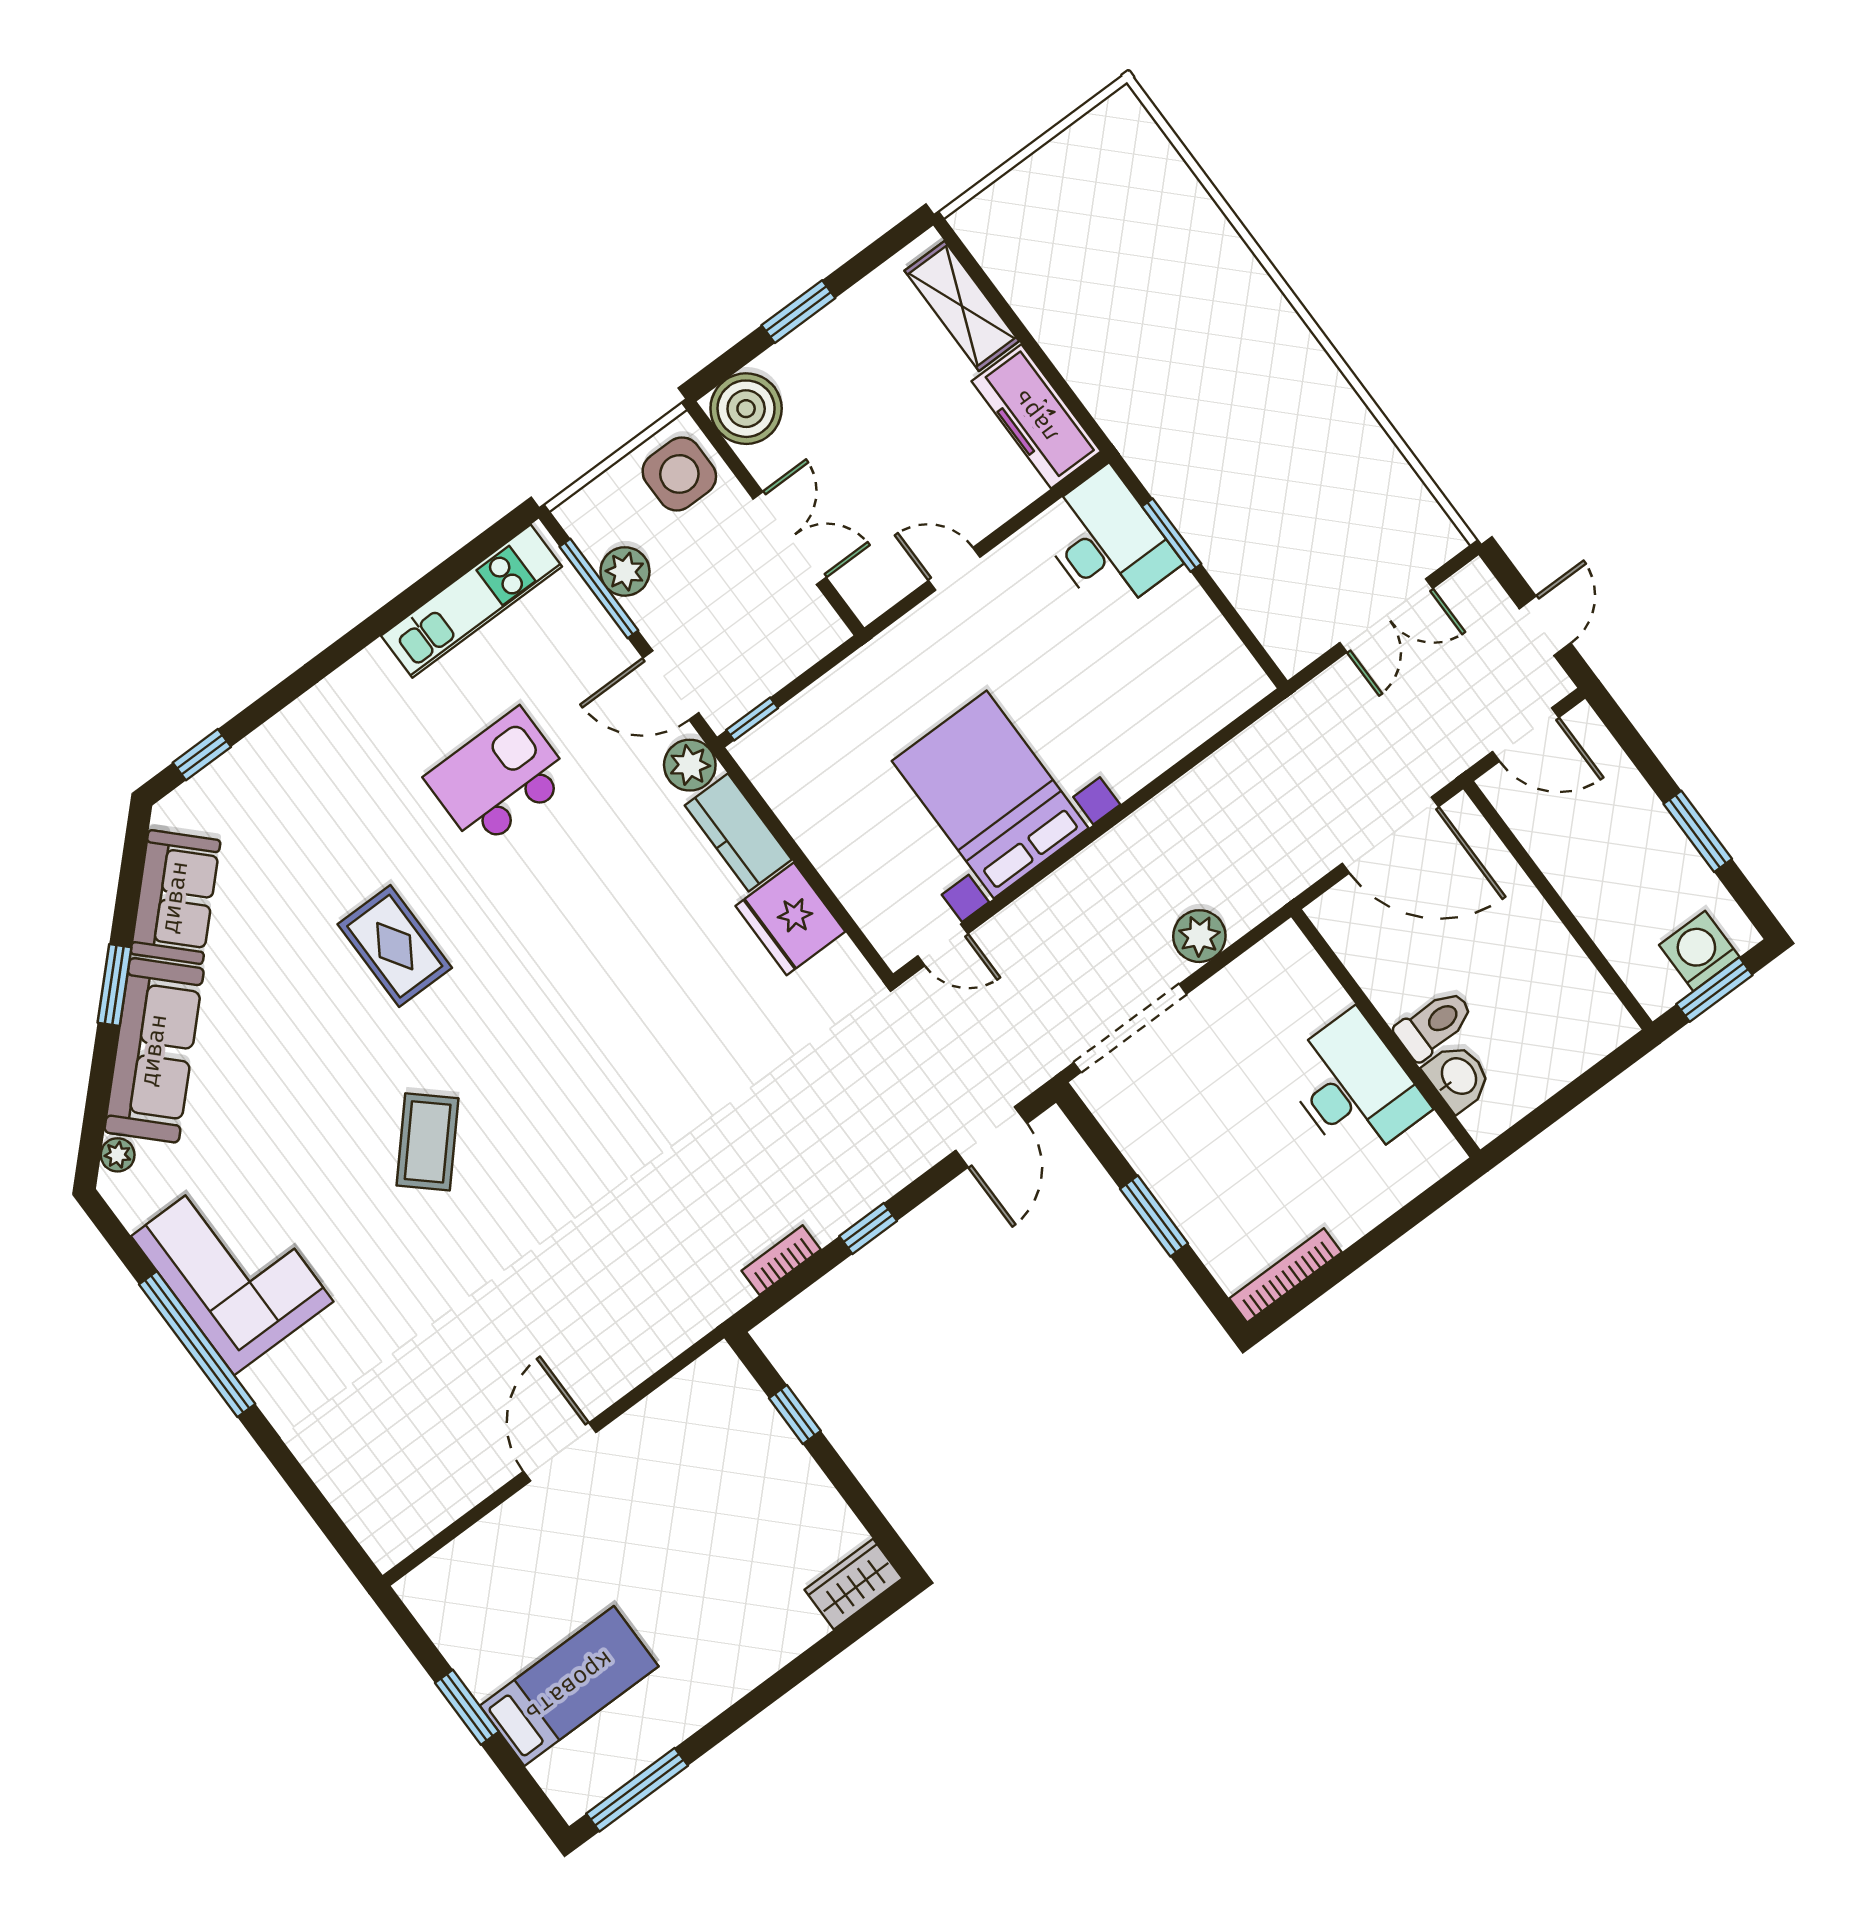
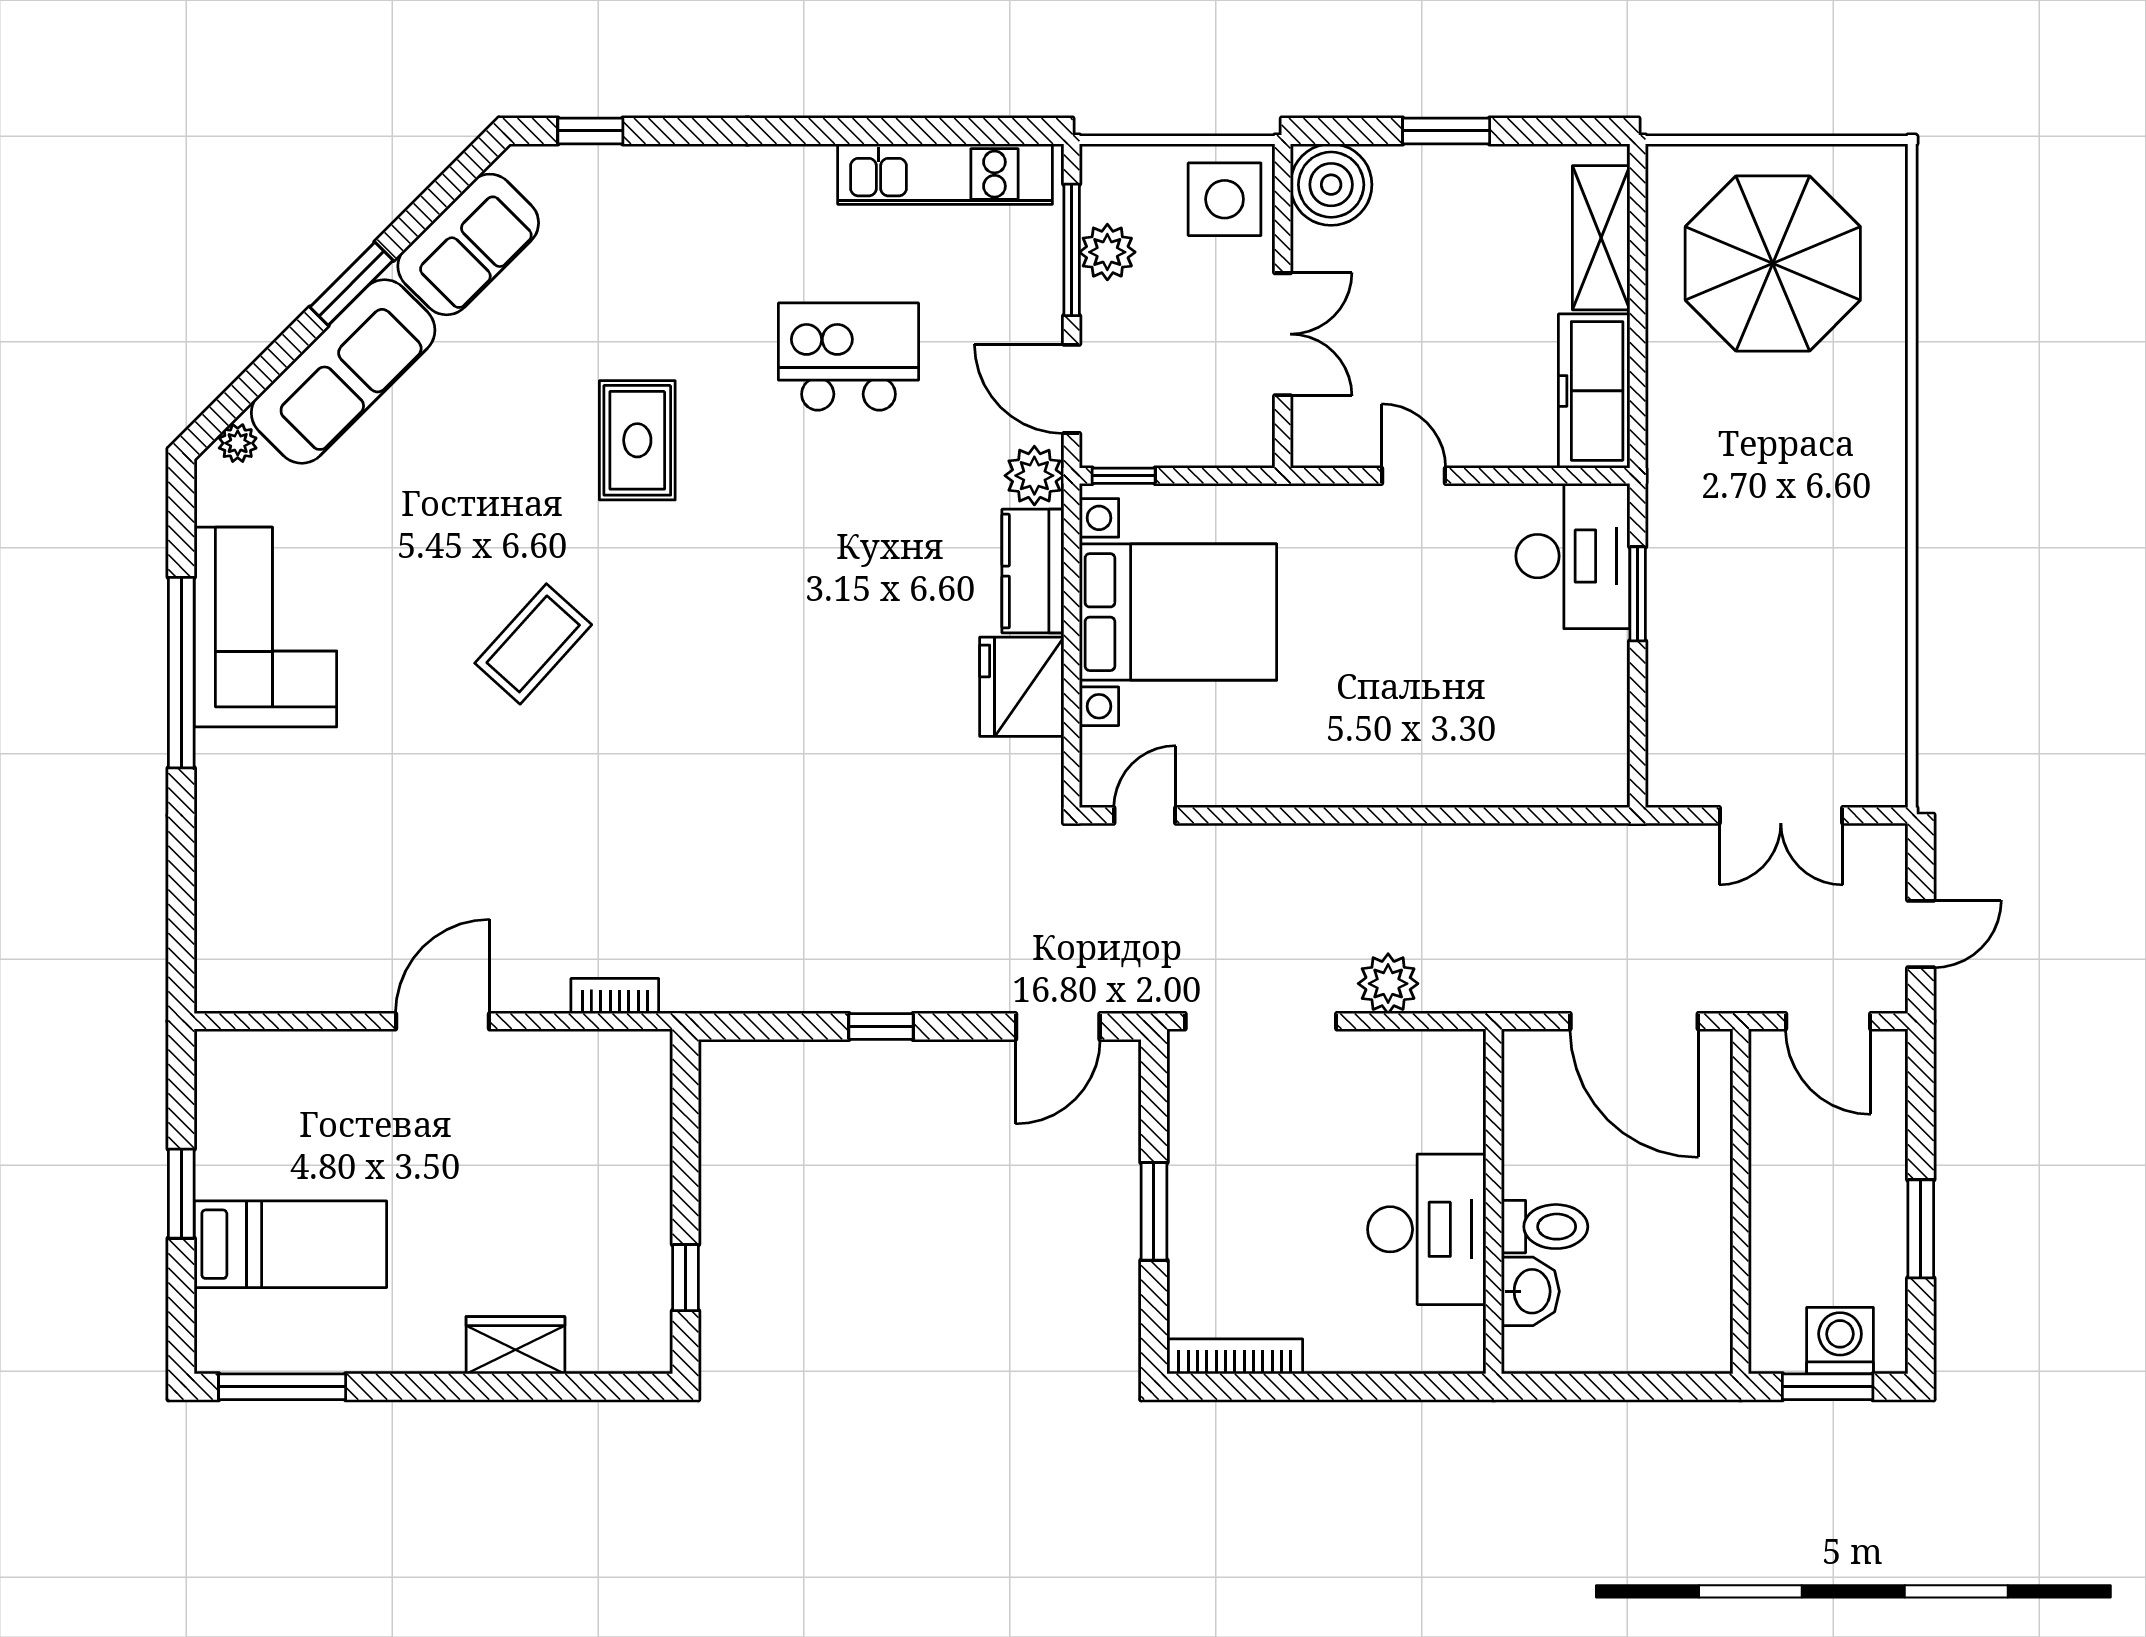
parasol: (1095, 235) -> (1773, 263), added
bed with nightstands: (990, 794) -> (1178, 612), moved, turned 90
door: (943, 945) -> (1145, 815), swing flipped
bookcase: (781, 1260) -> (615, 996), moved
window: (795, 1415) -> (686, 1278), moved
wardrobe: (853, 1584) -> (515, 1345), moved

